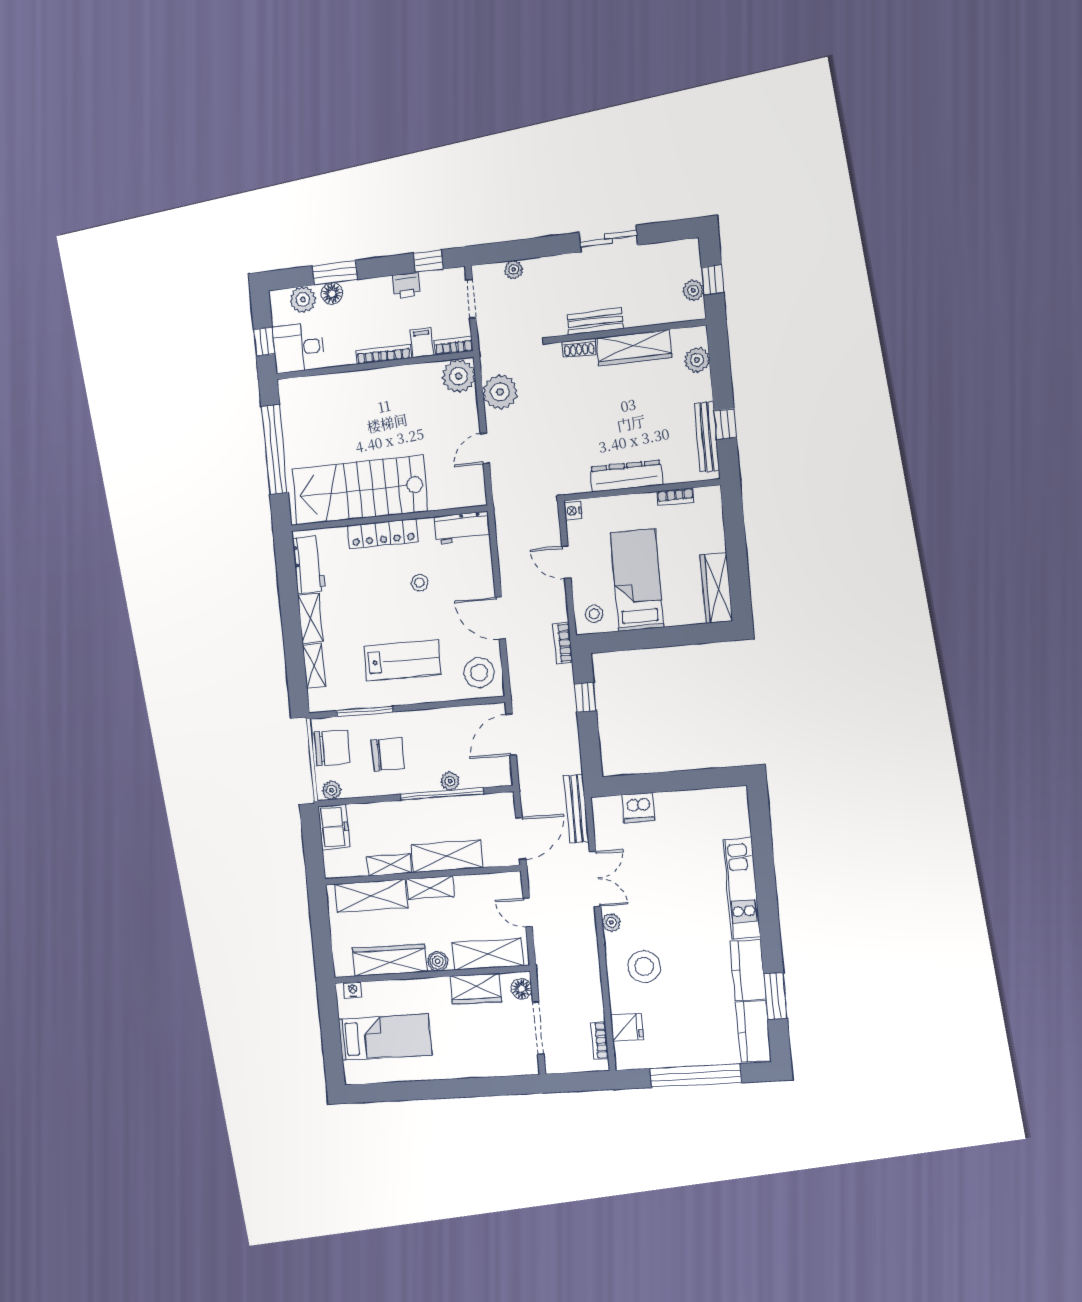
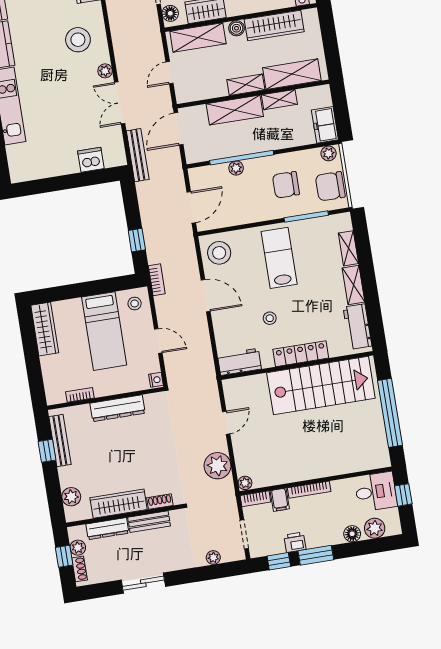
shoe rack: (693, 261) -> (79, 569), added
window: (335, 273) -> (316, 555), moved
dresser: (652, 315) -> (107, 529), added
plant: (459, 376) -> (245, 483), width x0.53, depth x0.53
lab bench: (402, 660) -> (279, 258), turned 90
door: (528, 912) -> (169, 73), swing flipped

